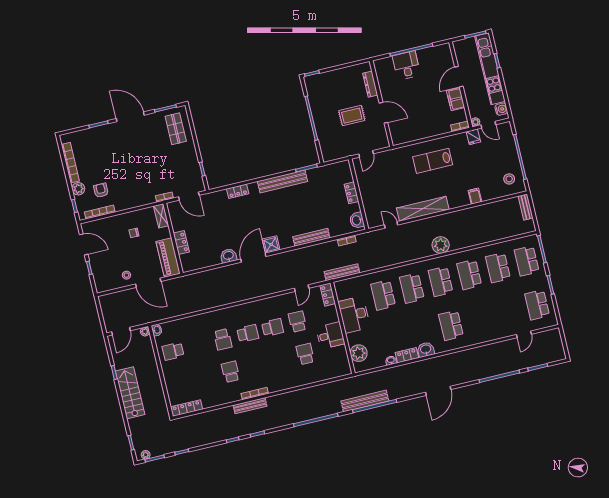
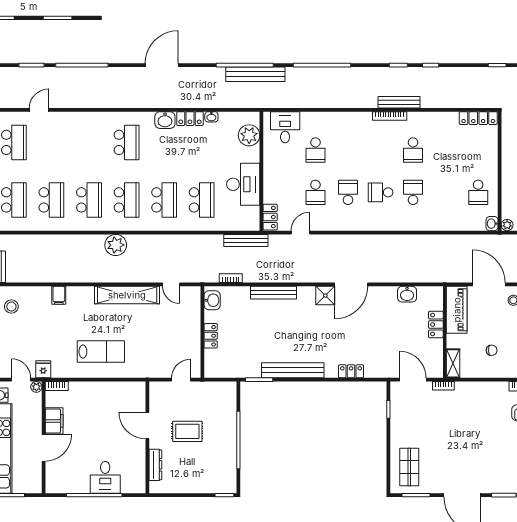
washbasin: (228, 256) -> (407, 294), moved
school desk: (273, 328) -> (348, 192), turned 90
desk: (330, 335) -> (285, 127), moved, turned 90
school desk: (173, 351) -> (478, 192), turned 90

